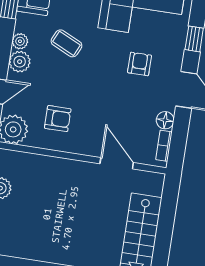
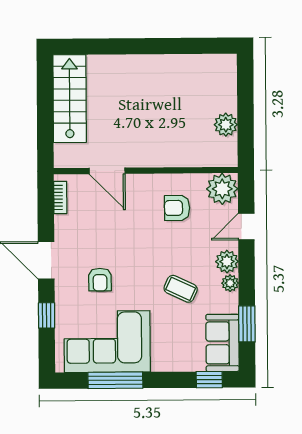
floor lamp: (165, 120) -> (63, 225), removed

